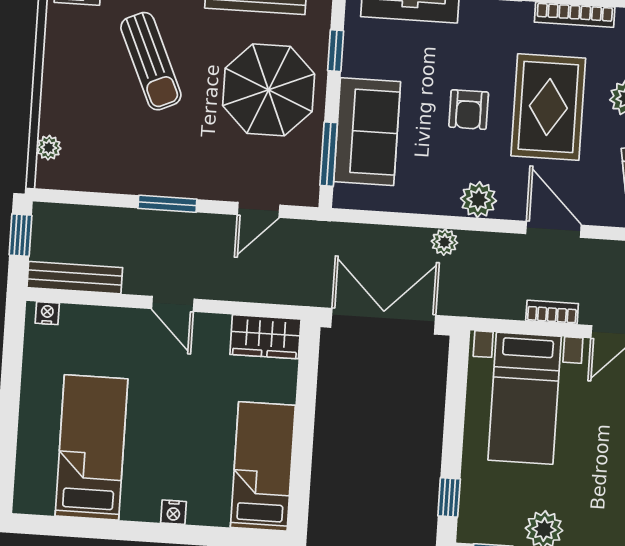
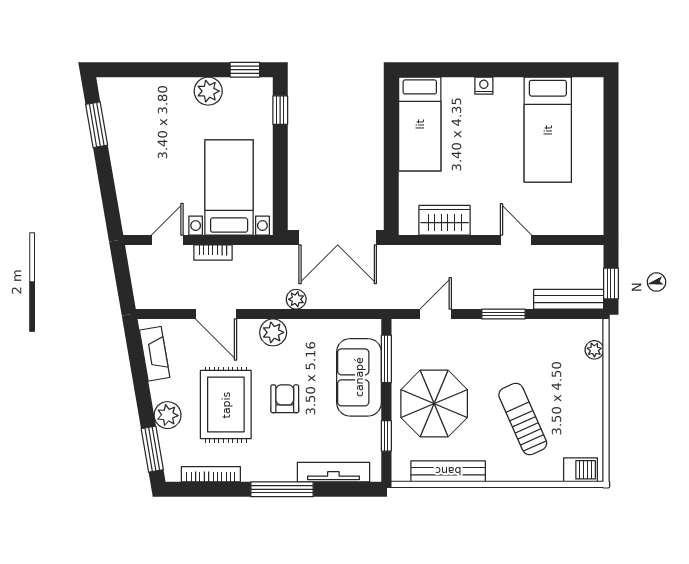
bench: (75, 278) -> (569, 299), moved
door: (173, 304) -> (516, 240), moved
nightstand: (47, 313) -> (587, 227), removed
wardrobe: (265, 337) -> (445, 220), moved

